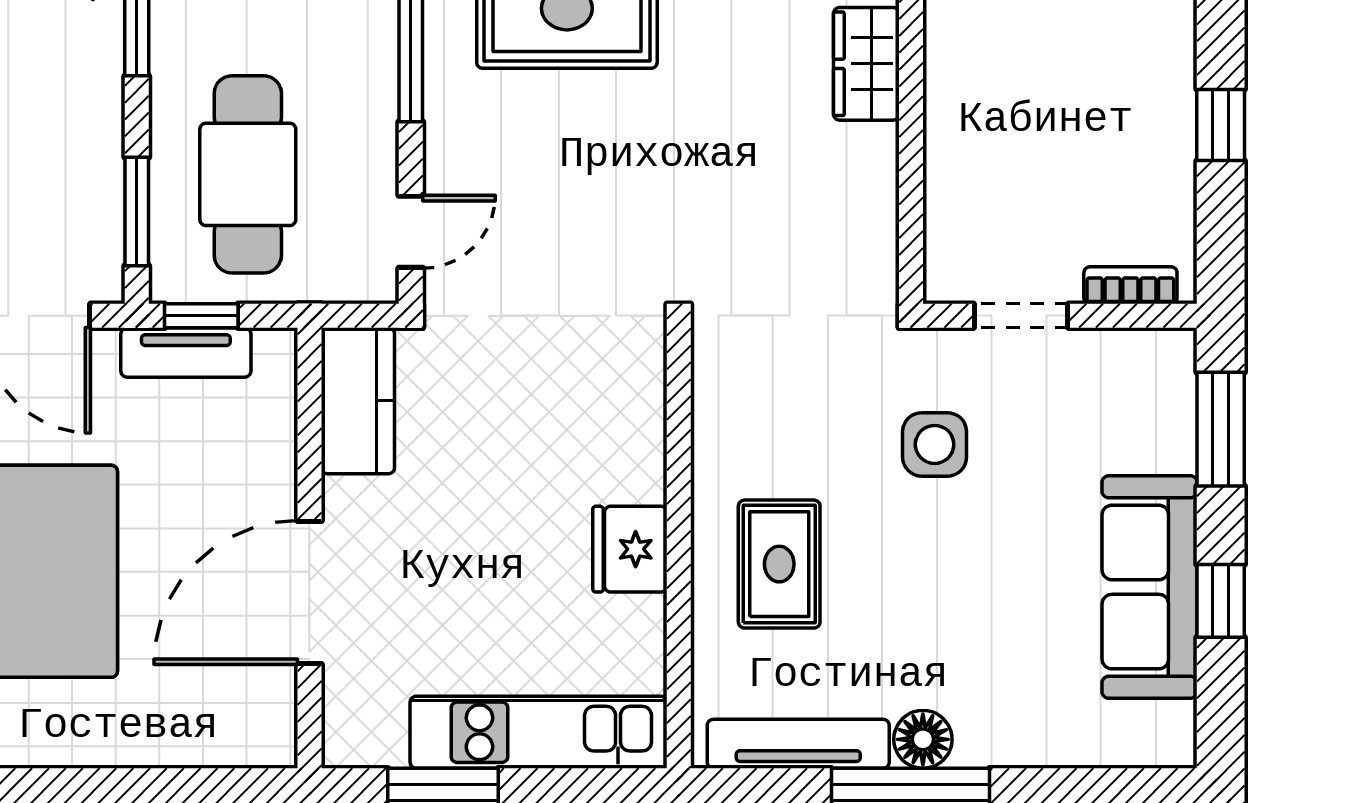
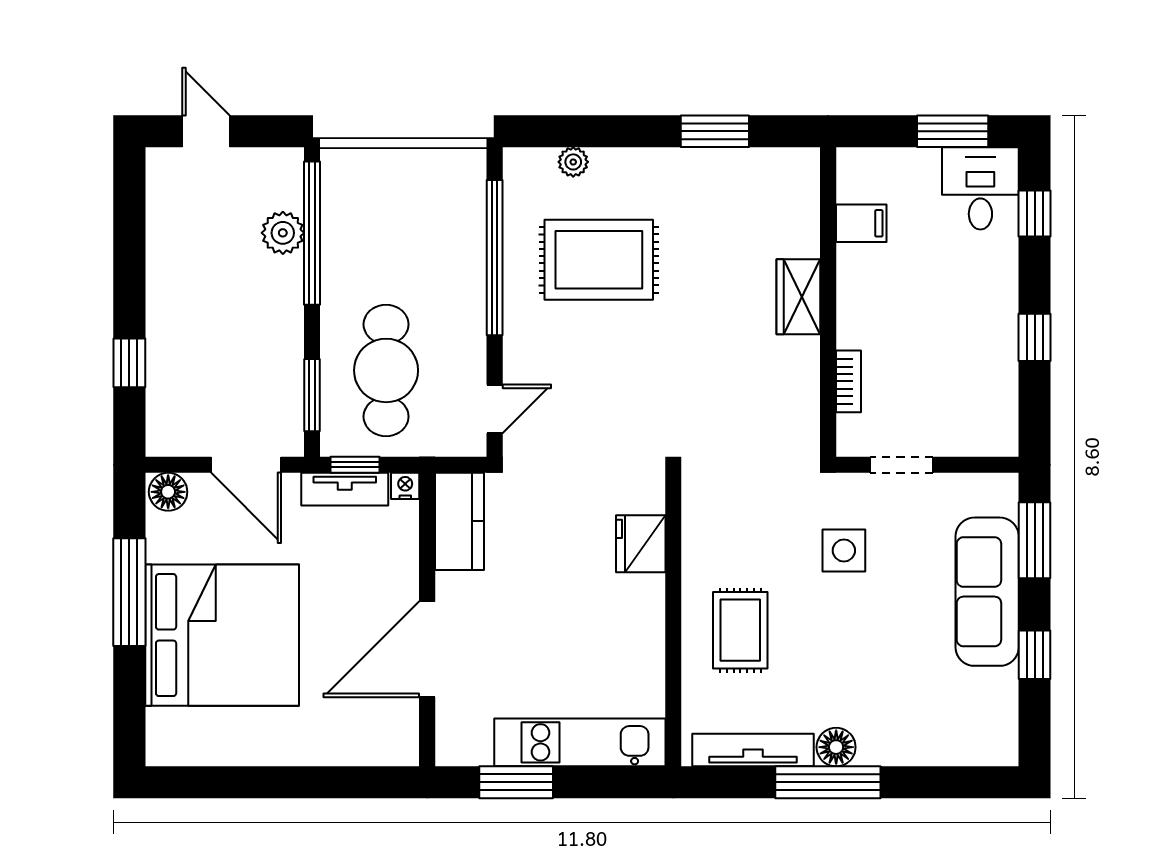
bookcase: (1130, 285) -> (848, 381), moved, turned 90
nightstand: (277, 348) -> (405, 486), added
fridge: (630, 549) -> (641, 544), moved
sofa: (1149, 587) -> (987, 592), moved

